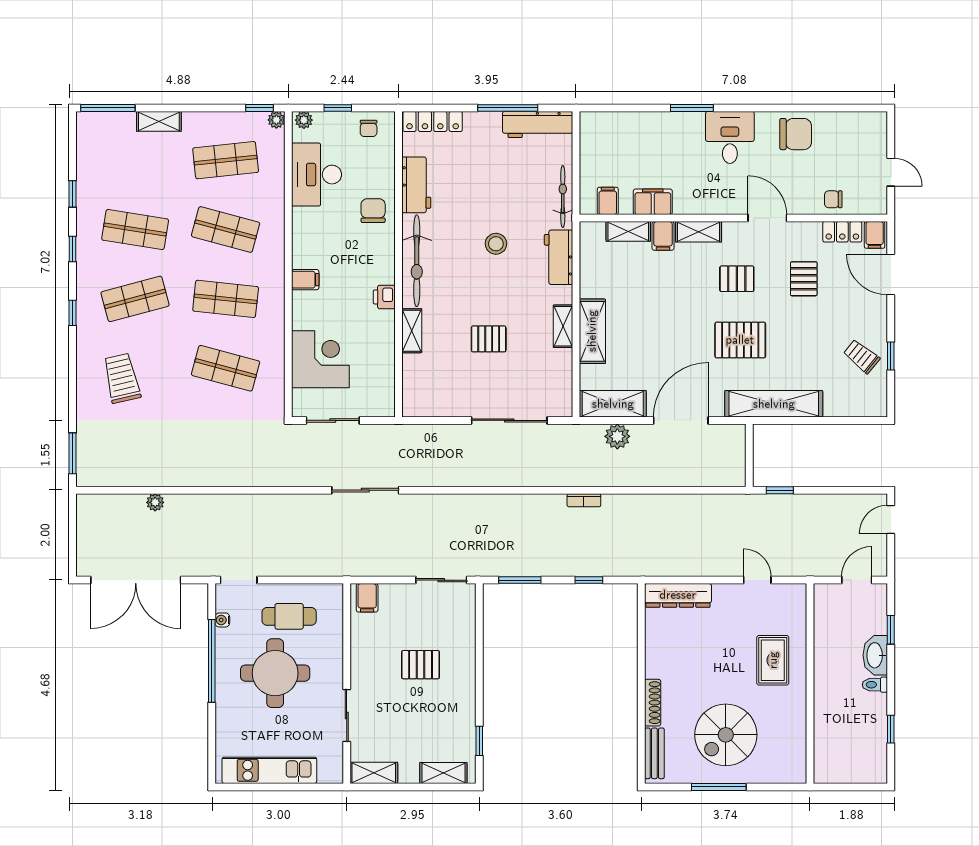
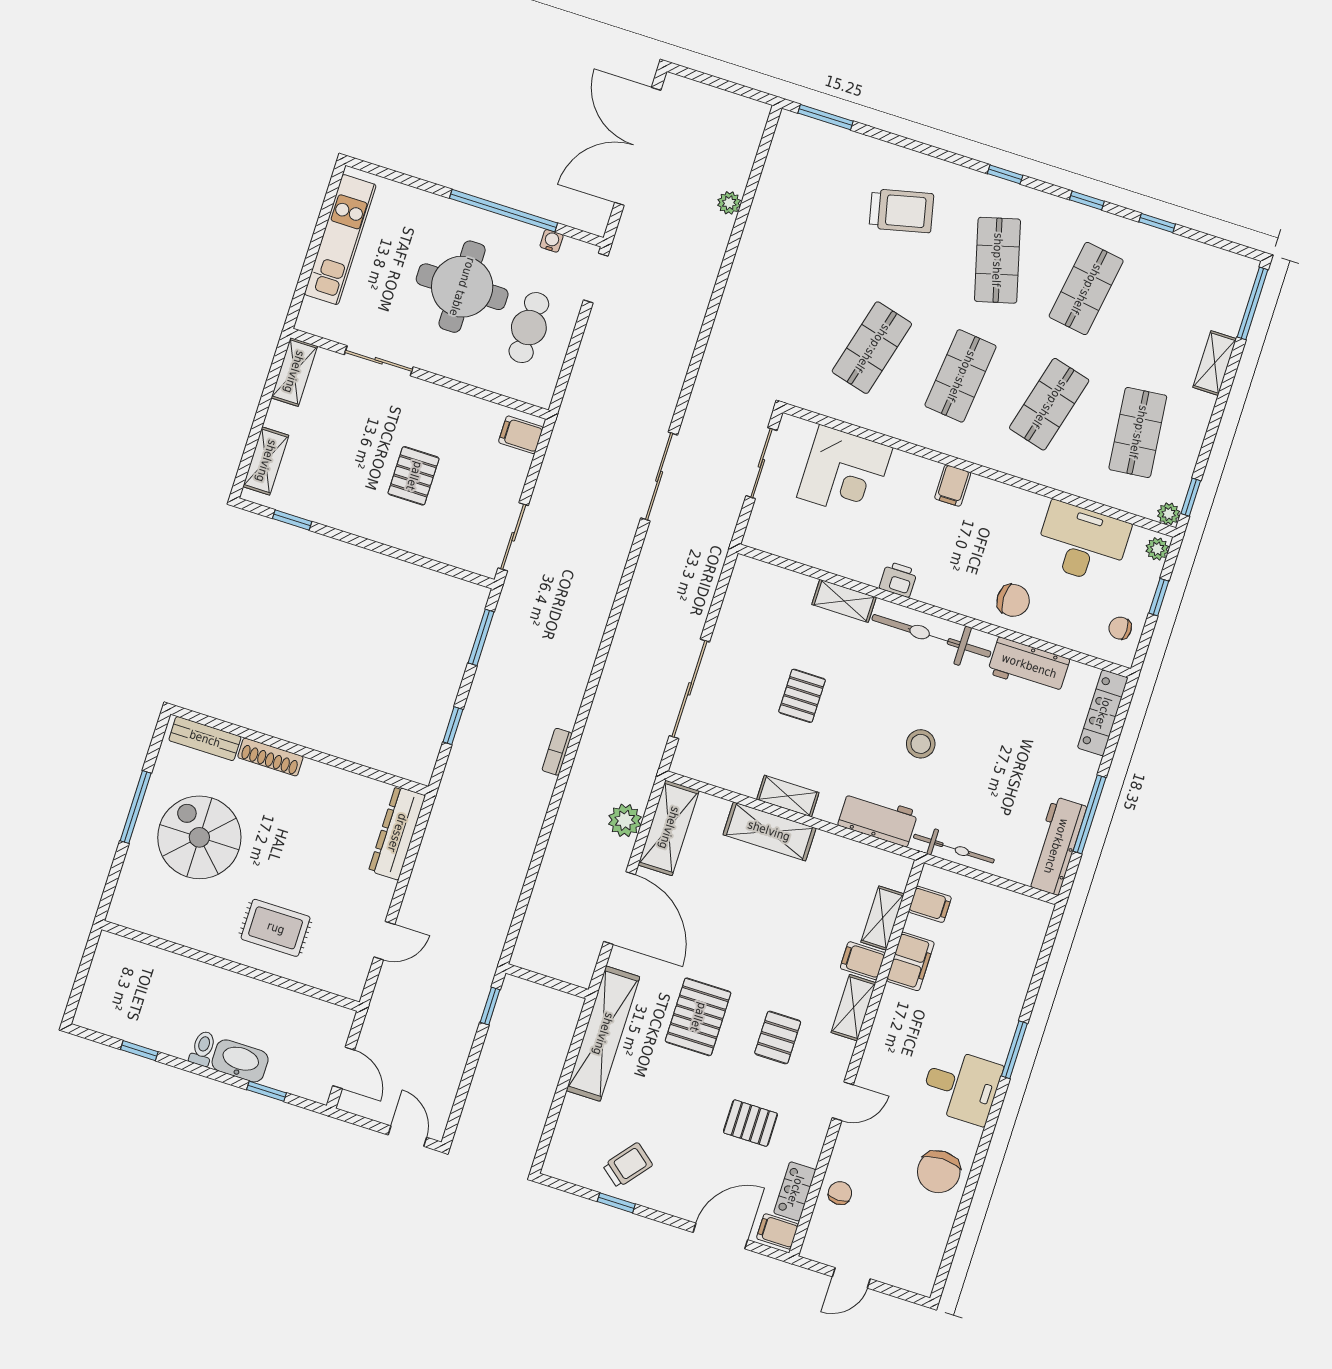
door: (767, 218) -> (843, 1101), width x0.73

